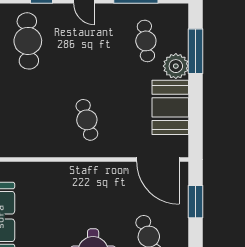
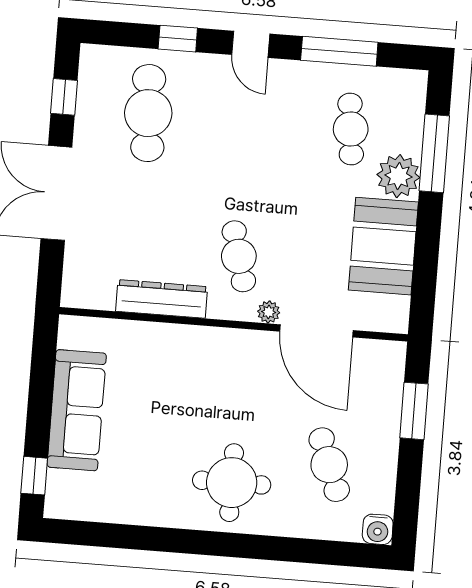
dresser: (44, 148) -> (162, 299), added
plant: (107, 151) -> (269, 312), added
door: (158, 160) -> (316, 331), moved

